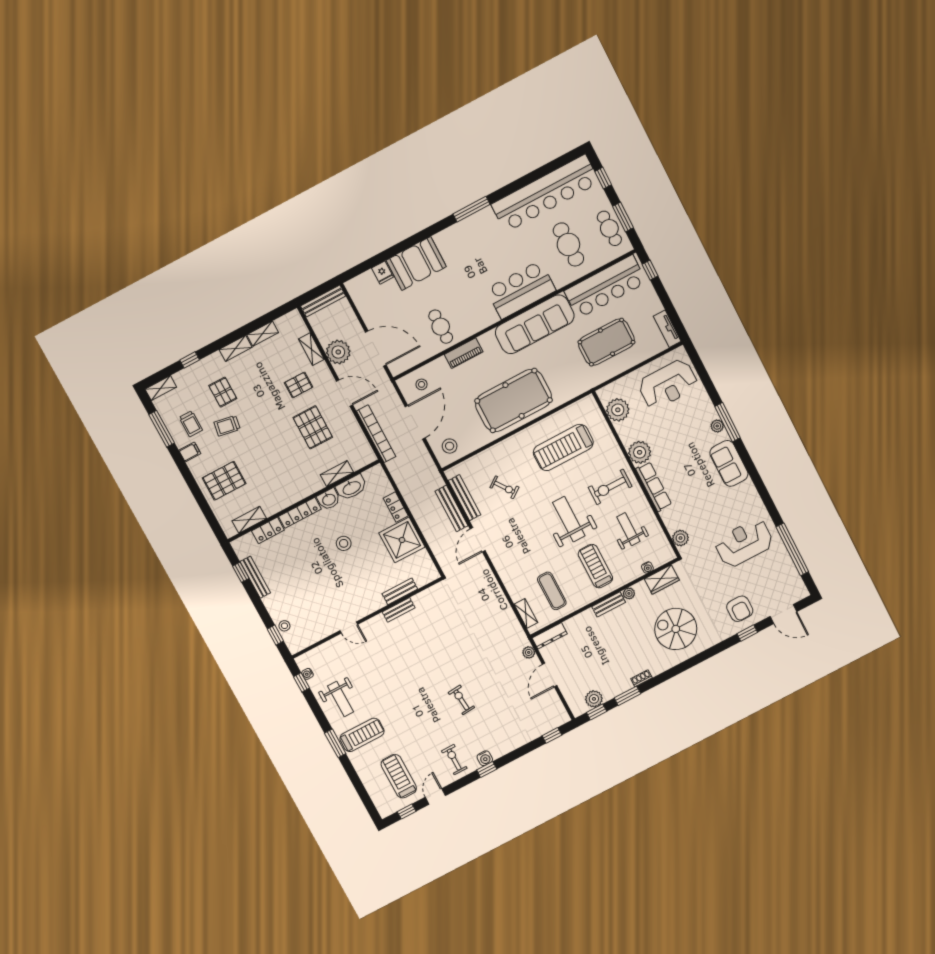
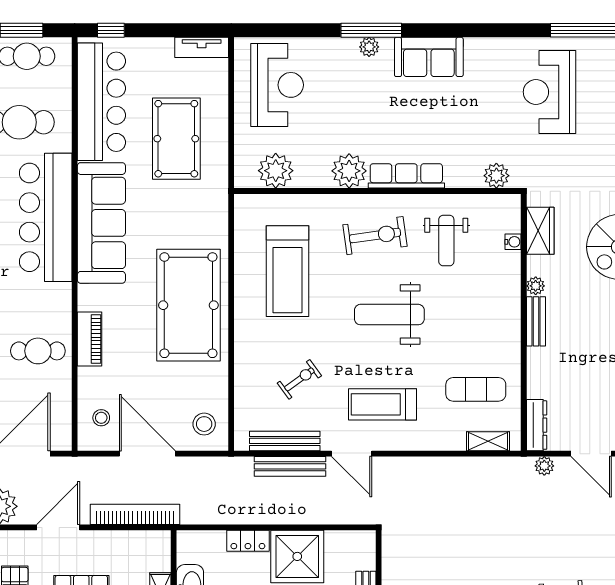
bar counter: (521, 290) -> (46, 217), width x1.36
exercise bike: (610, 487) -> (375, 236), turned -98
weight bench: (628, 529) -> (446, 241), turned -90
treadmill: (595, 566) -> (383, 404), moved

